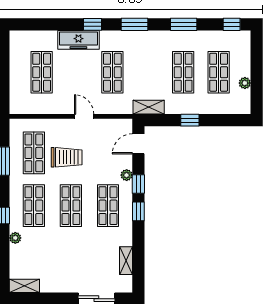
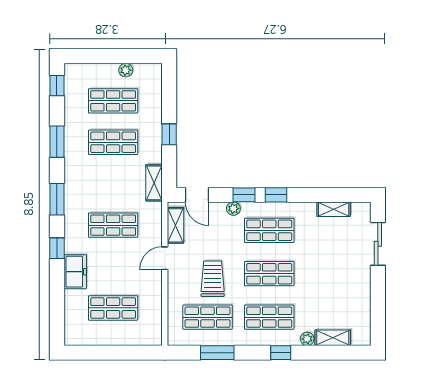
freezer: (78, 40) -> (75, 272), width x0.71
shelving: (112, 126) -> (176, 225), added
shelving: (24, 286) -> (333, 338), moved, turned 90

